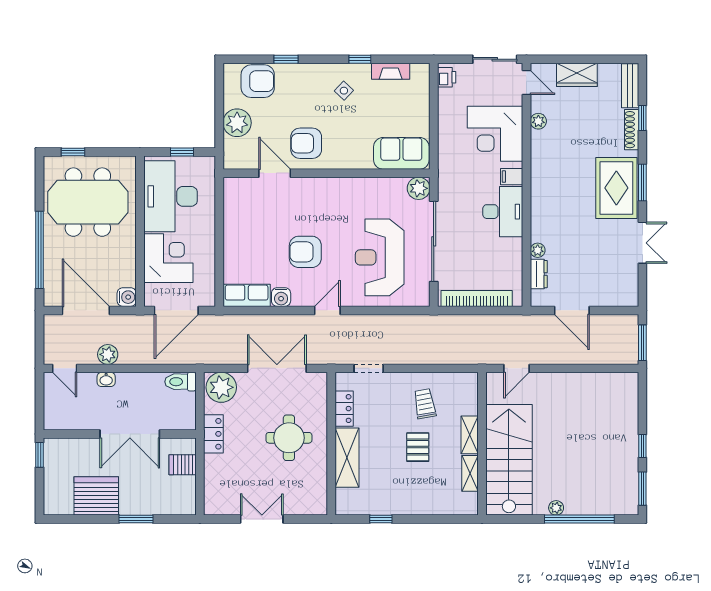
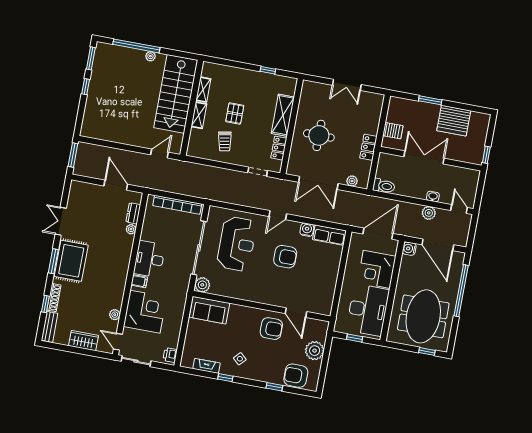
meeting table: (88, 202) -> (423, 316), turned 90
plant: (221, 387) -> (352, 181), width x0.53, depth x0.53

